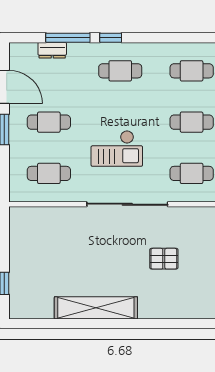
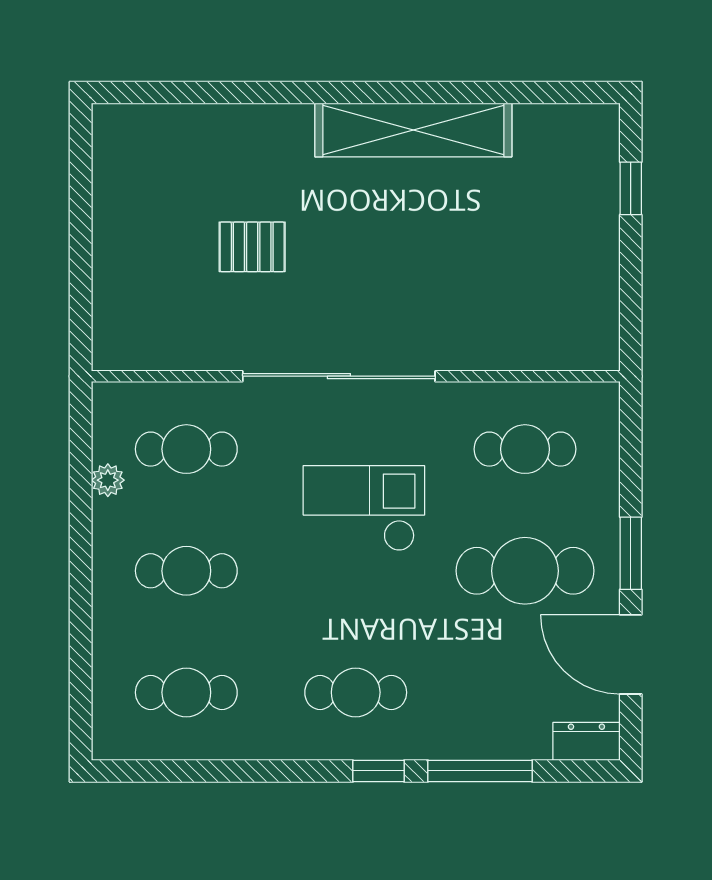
dresser: (52, 50) -> (586, 741), moved
cafe table: (49, 122) -> (525, 571), width x1.37, depth x1.35

